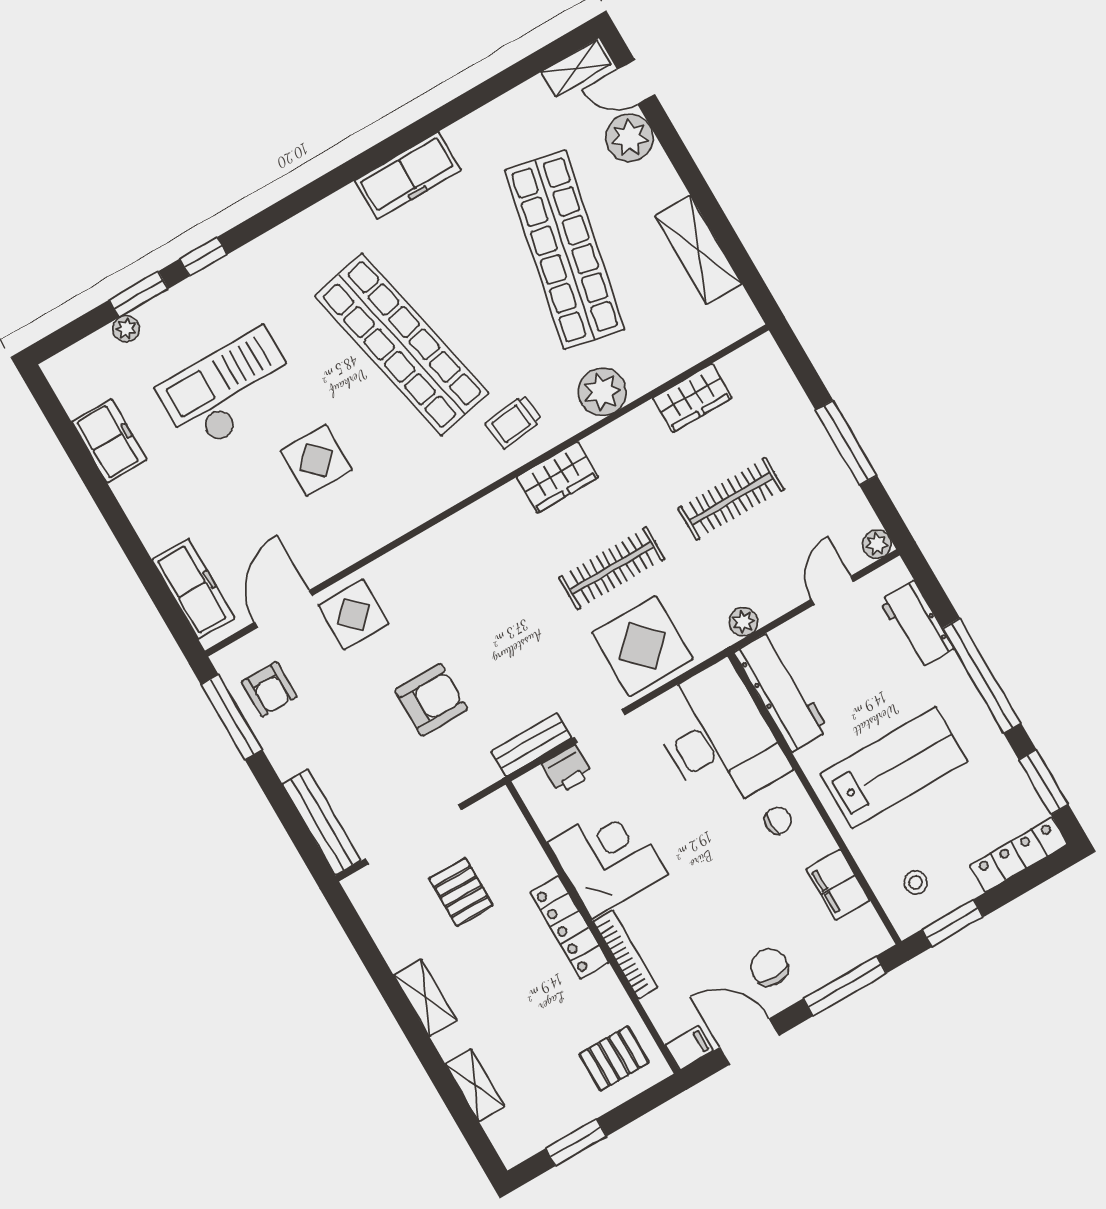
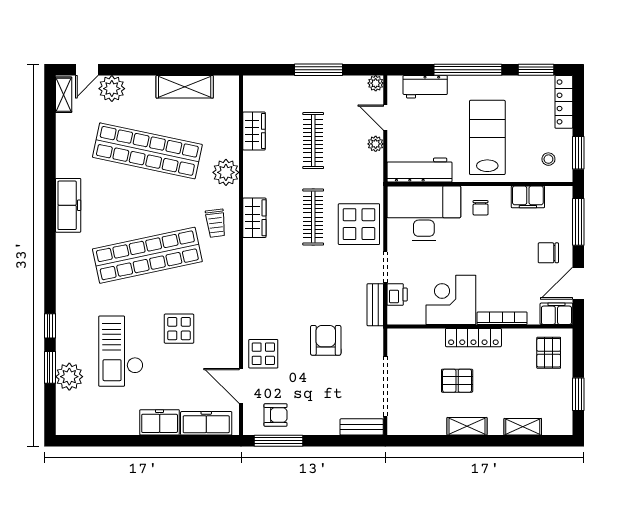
plant: (126, 329) -> (69, 377), width x1.88, depth x1.88
freezer: (109, 441) -> (160, 422), moved
plant: (743, 622) -> (376, 144), moved
chair: (778, 821) -> (481, 208), turned 180
bench: (322, 822) -> (362, 427), width x0.73
pallet: (461, 892) -> (457, 381), moved
filing cabinet: (689, 1048) -> (556, 314), width x2.00

